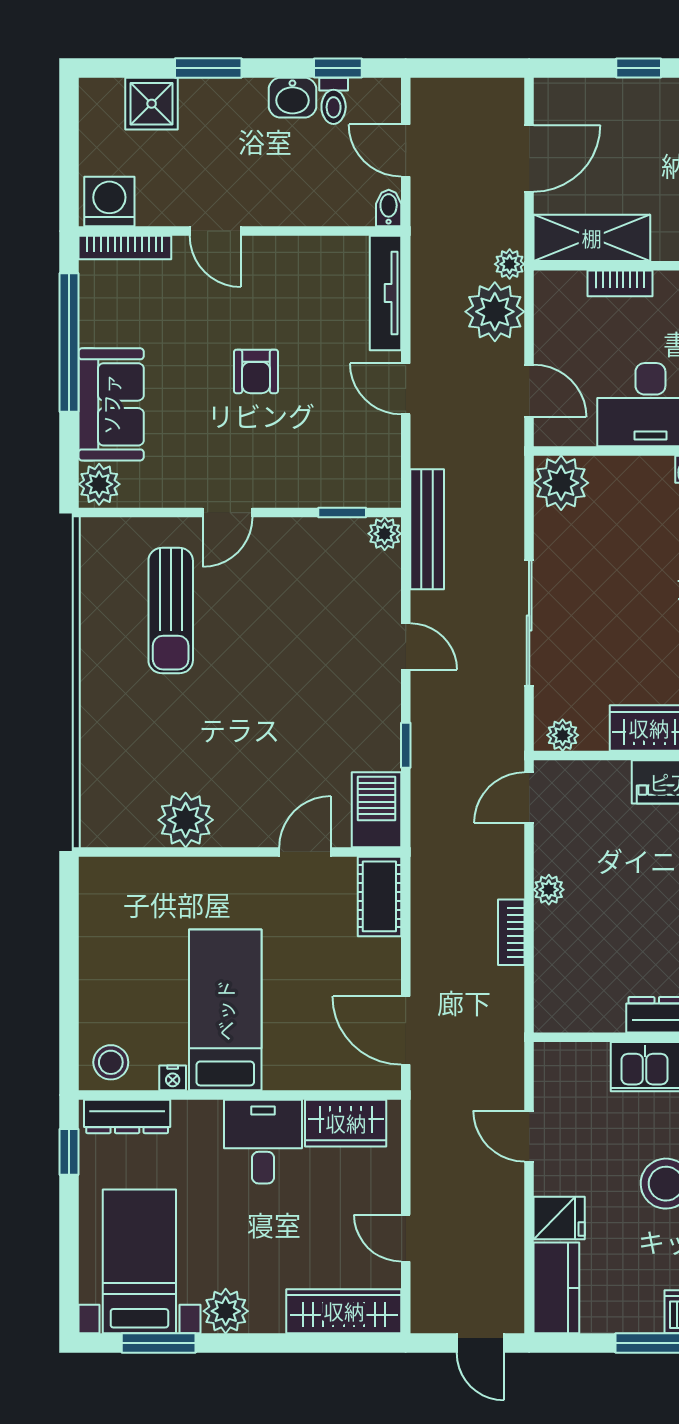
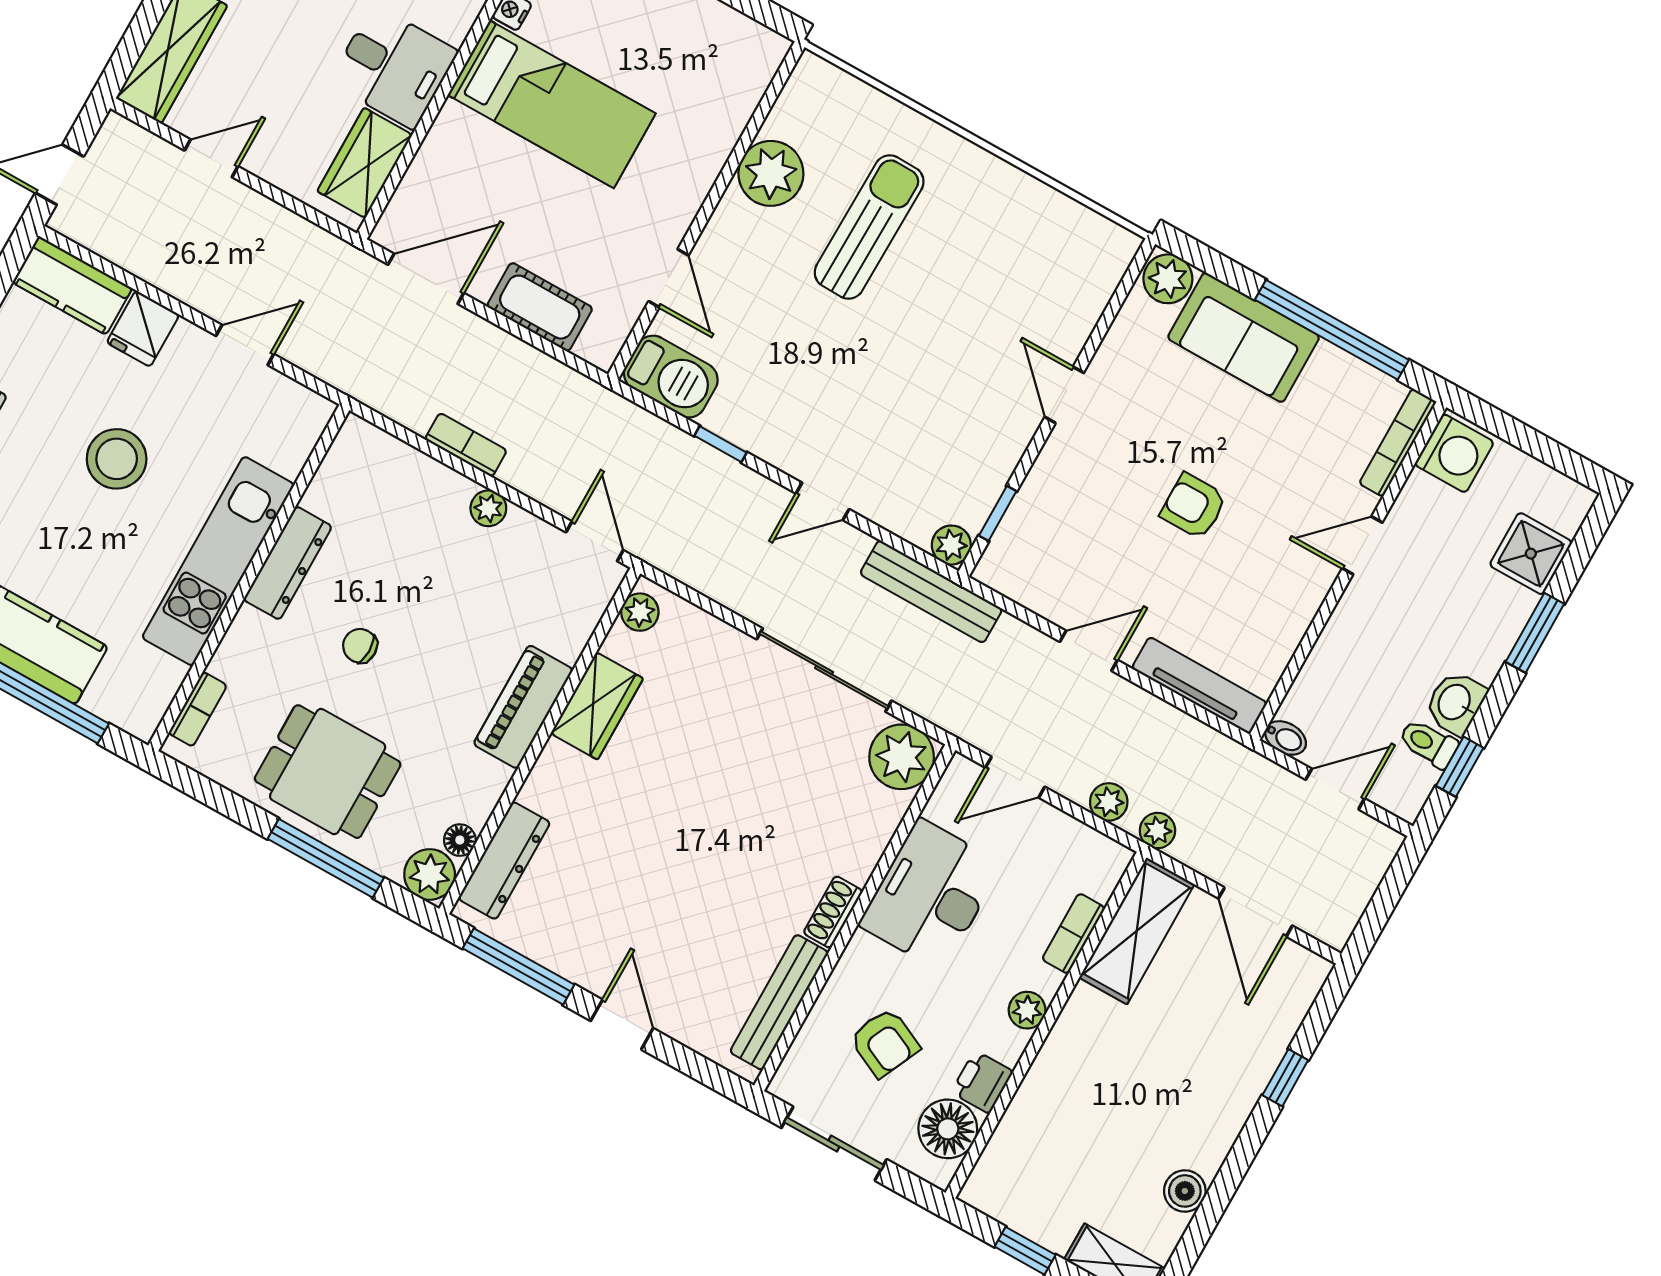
plant: (495, 312) -> (1109, 802), width x0.53, depth x0.53
sun lounger: (171, 611) -> (869, 227), moved, turned 91
sliding door: (529, 623) -> (824, 670), moved
cot: (379, 896) -> (540, 307), moved

